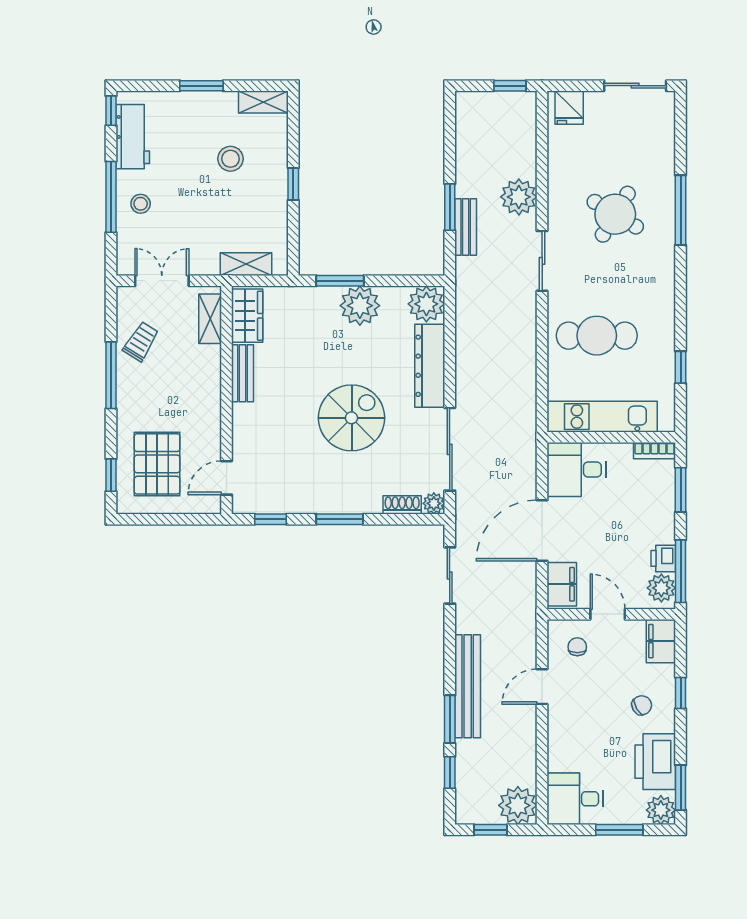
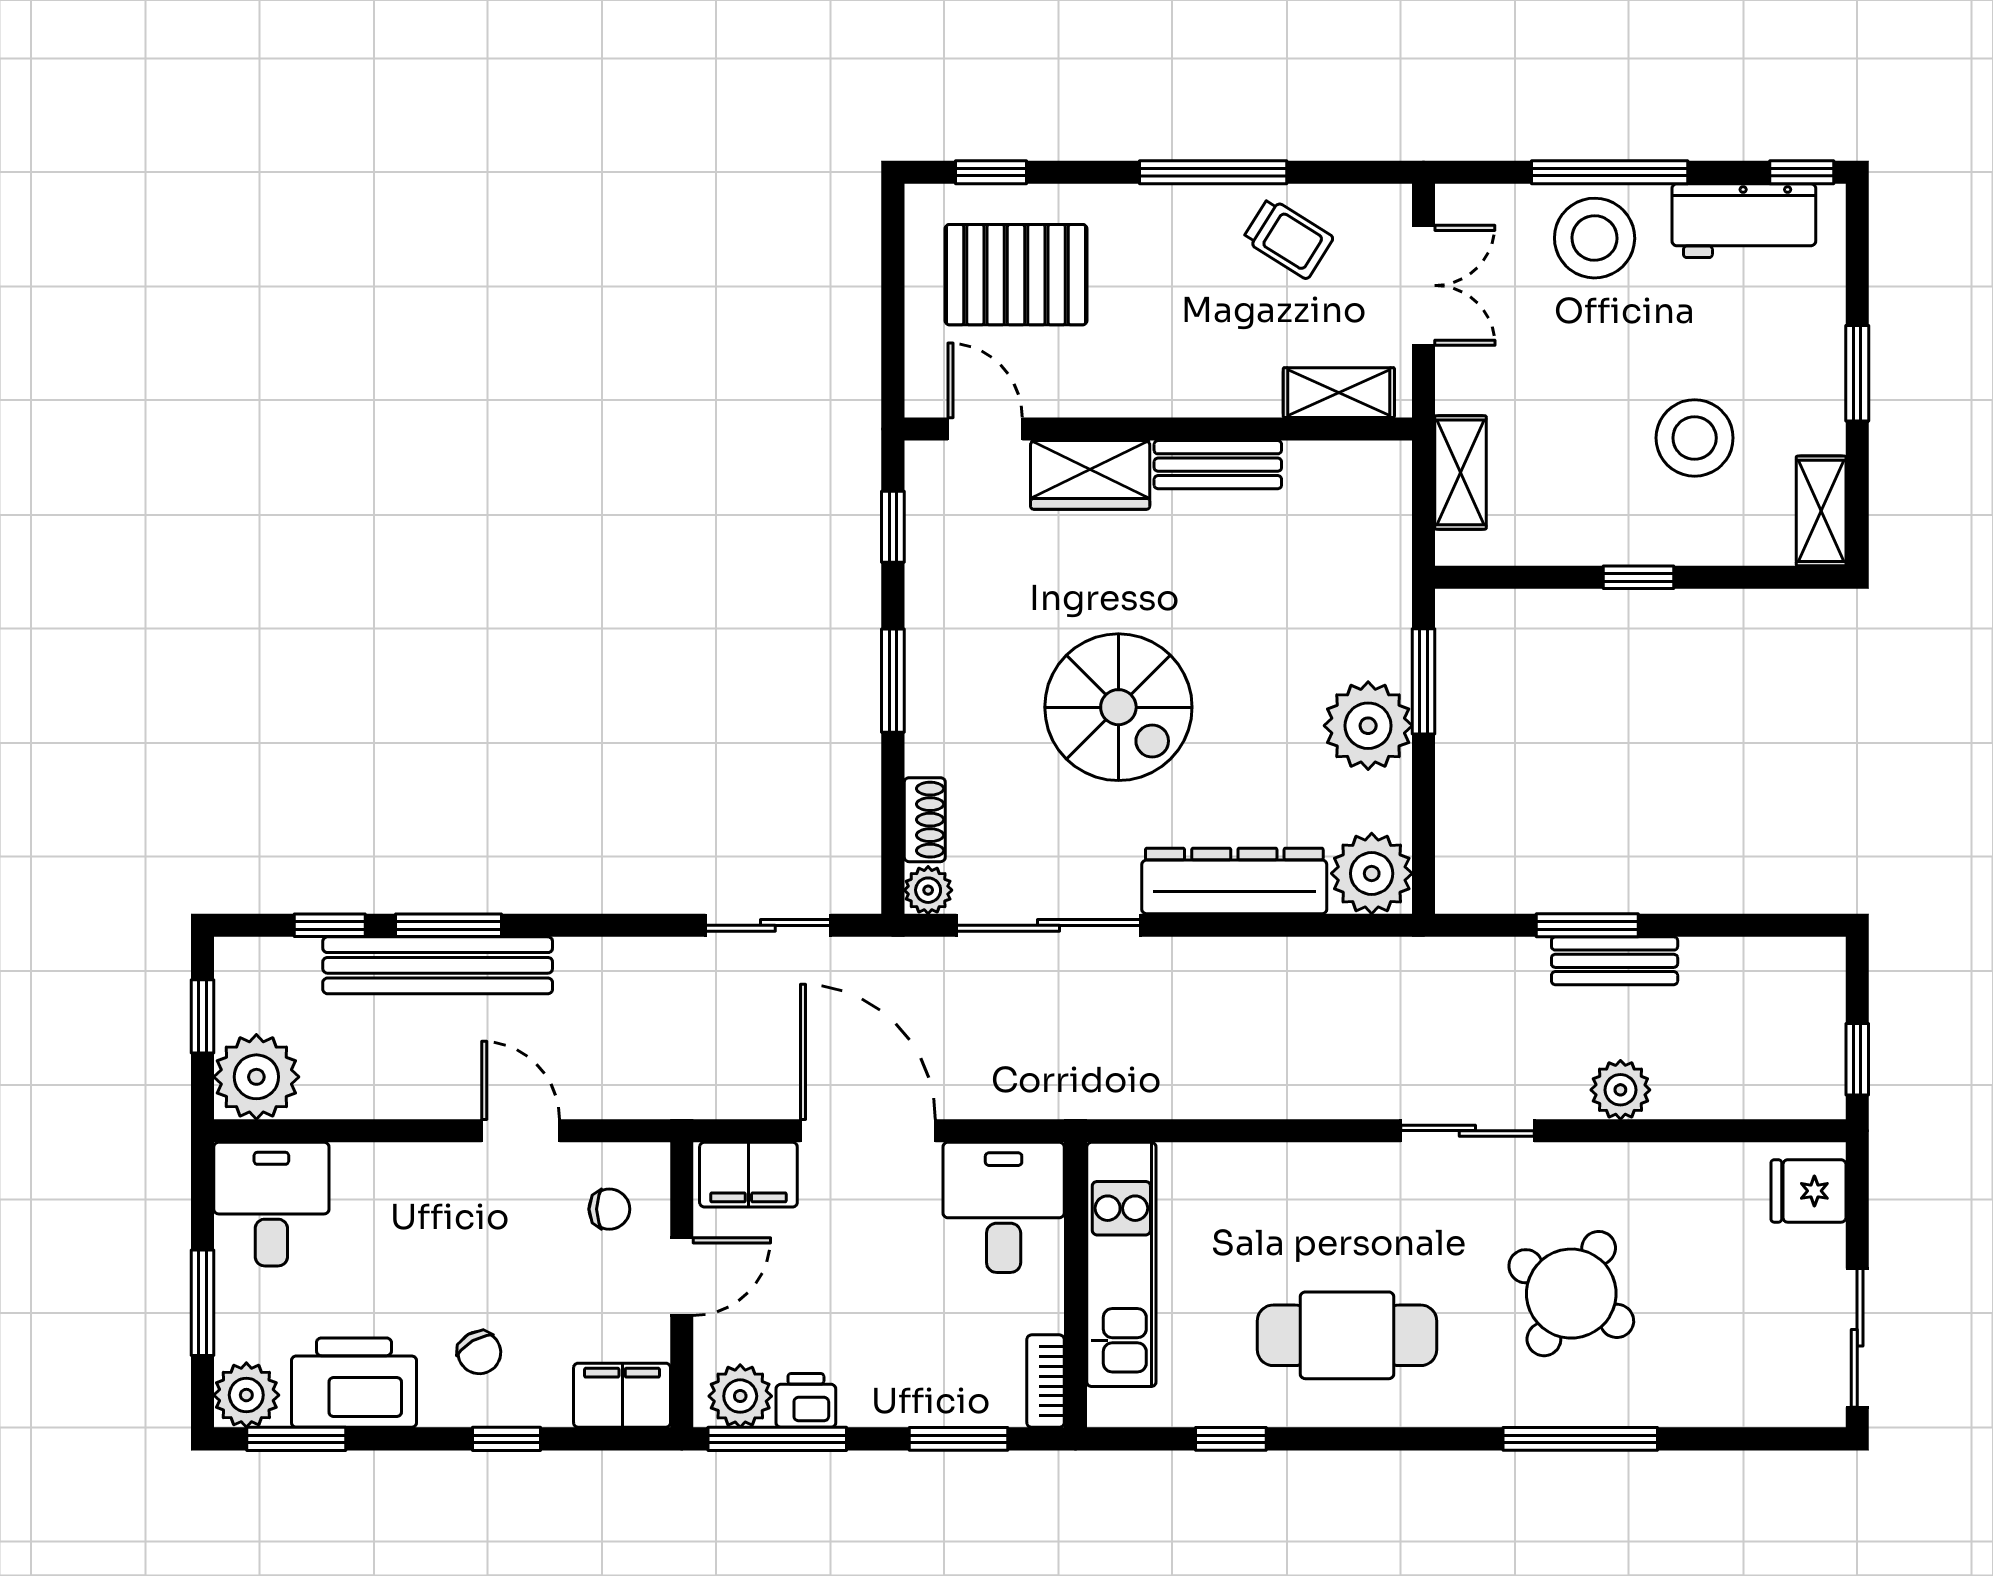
stool: (230, 159) -> (1695, 438), width x1.38, depth x1.38
plant: (519, 197) -> (1620, 1090), width x0.73, depth x0.73
stool: (141, 204) -> (1595, 238), width x1.89, depth x1.89
bench: (466, 227) -> (1615, 961), moved
wardrobe: (247, 316) -> (1090, 475), moved
cafe table: (597, 336) -> (1347, 1335), moved, turned 90
bench: (468, 686) -> (438, 965), moved

